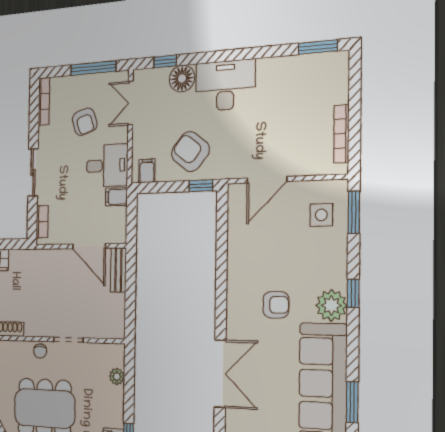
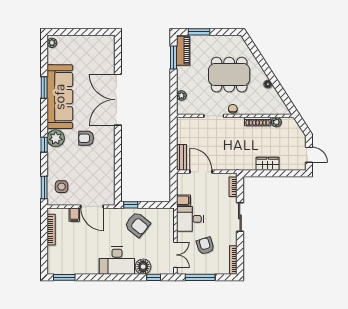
filing cabinet: (147, 171) -> (74, 215), moved
door: (267, 180) -> (92, 207), swing flipped
double door: (220, 374) -> (118, 100), width x1.36

